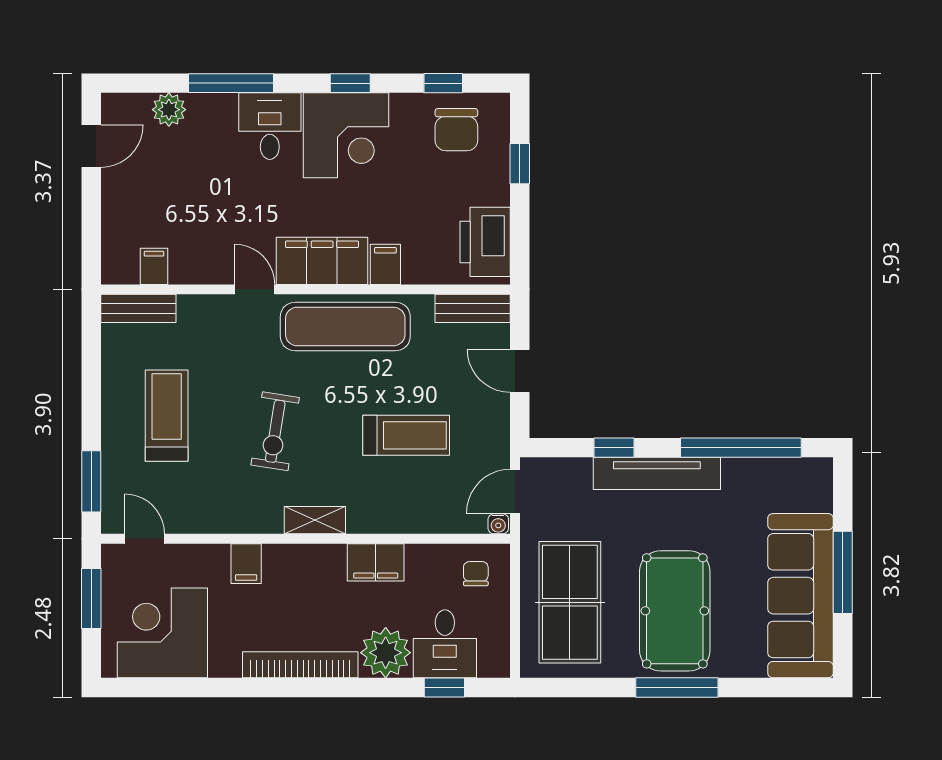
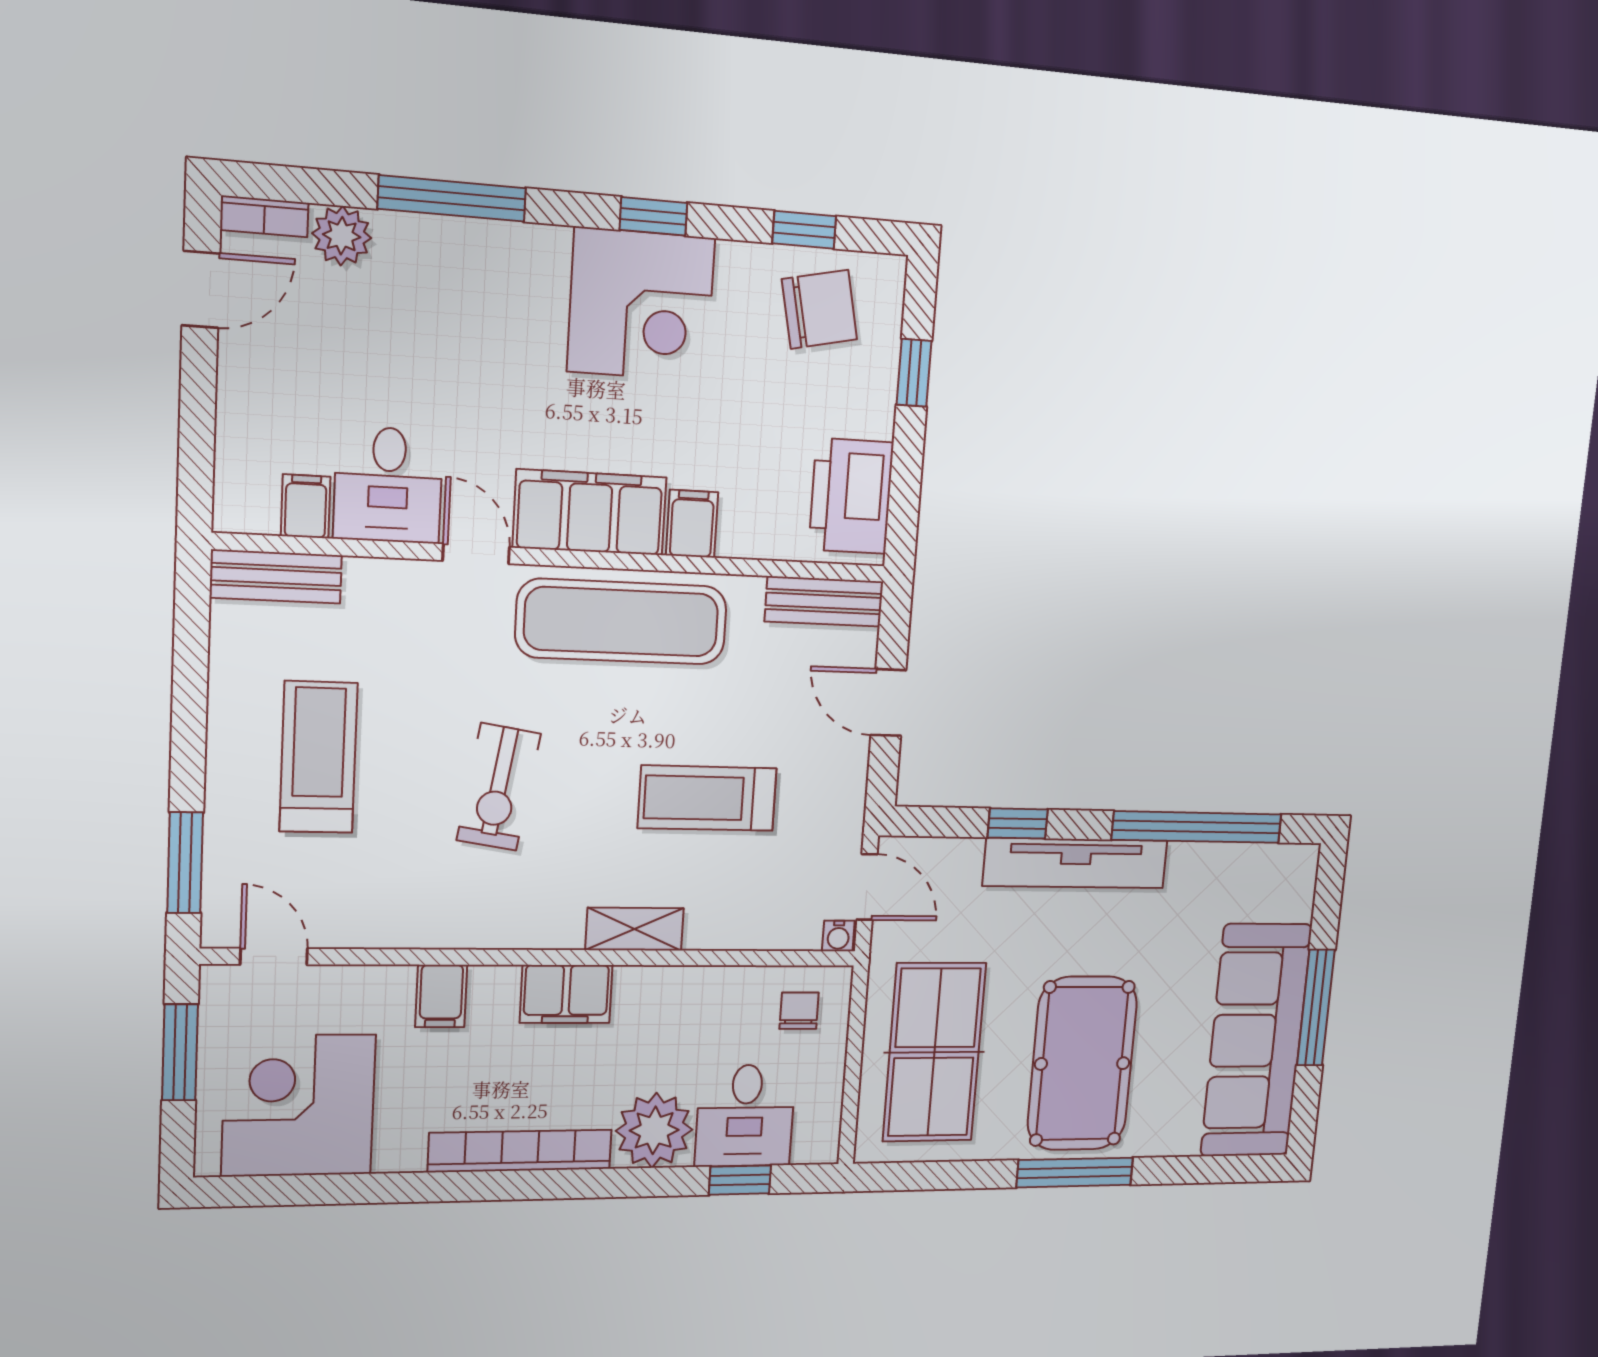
bookcase: (125, 102) -> (264, 216), added
desk: (270, 126) -> (388, 485), moved, turned 180
chair: (456, 130) -> (819, 309), turned -102
treadmill: (406, 435) -> (707, 798), turned 180
door: (515, 491) -> (867, 887), swing flipped
shelving: (315, 520) -> (635, 929), moved
filing cabinet: (376, 562) -> (566, 994), moved

